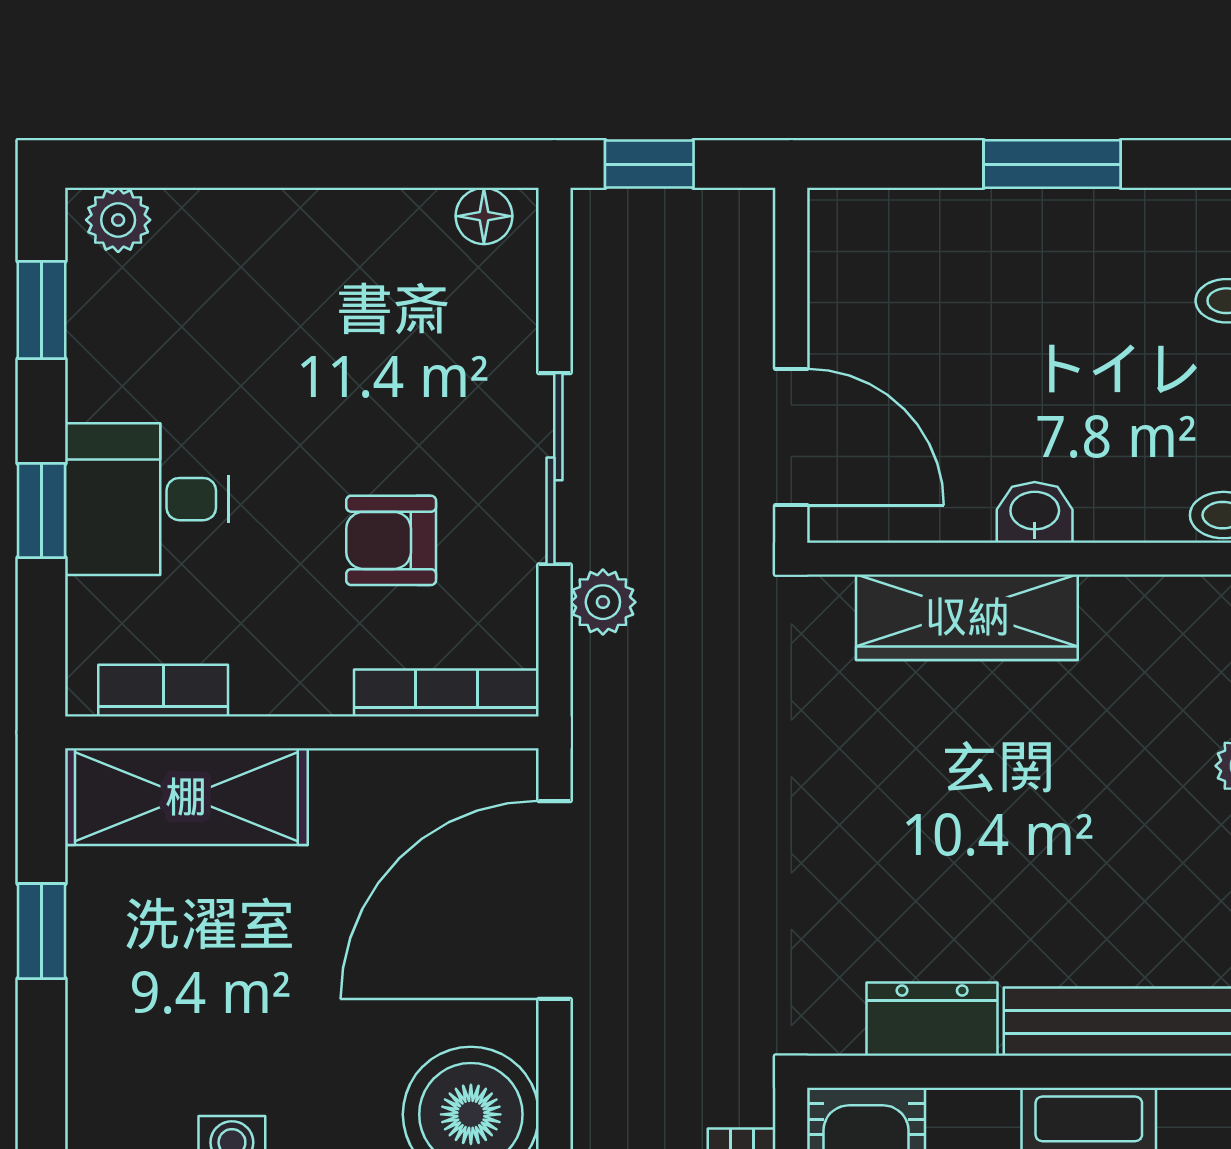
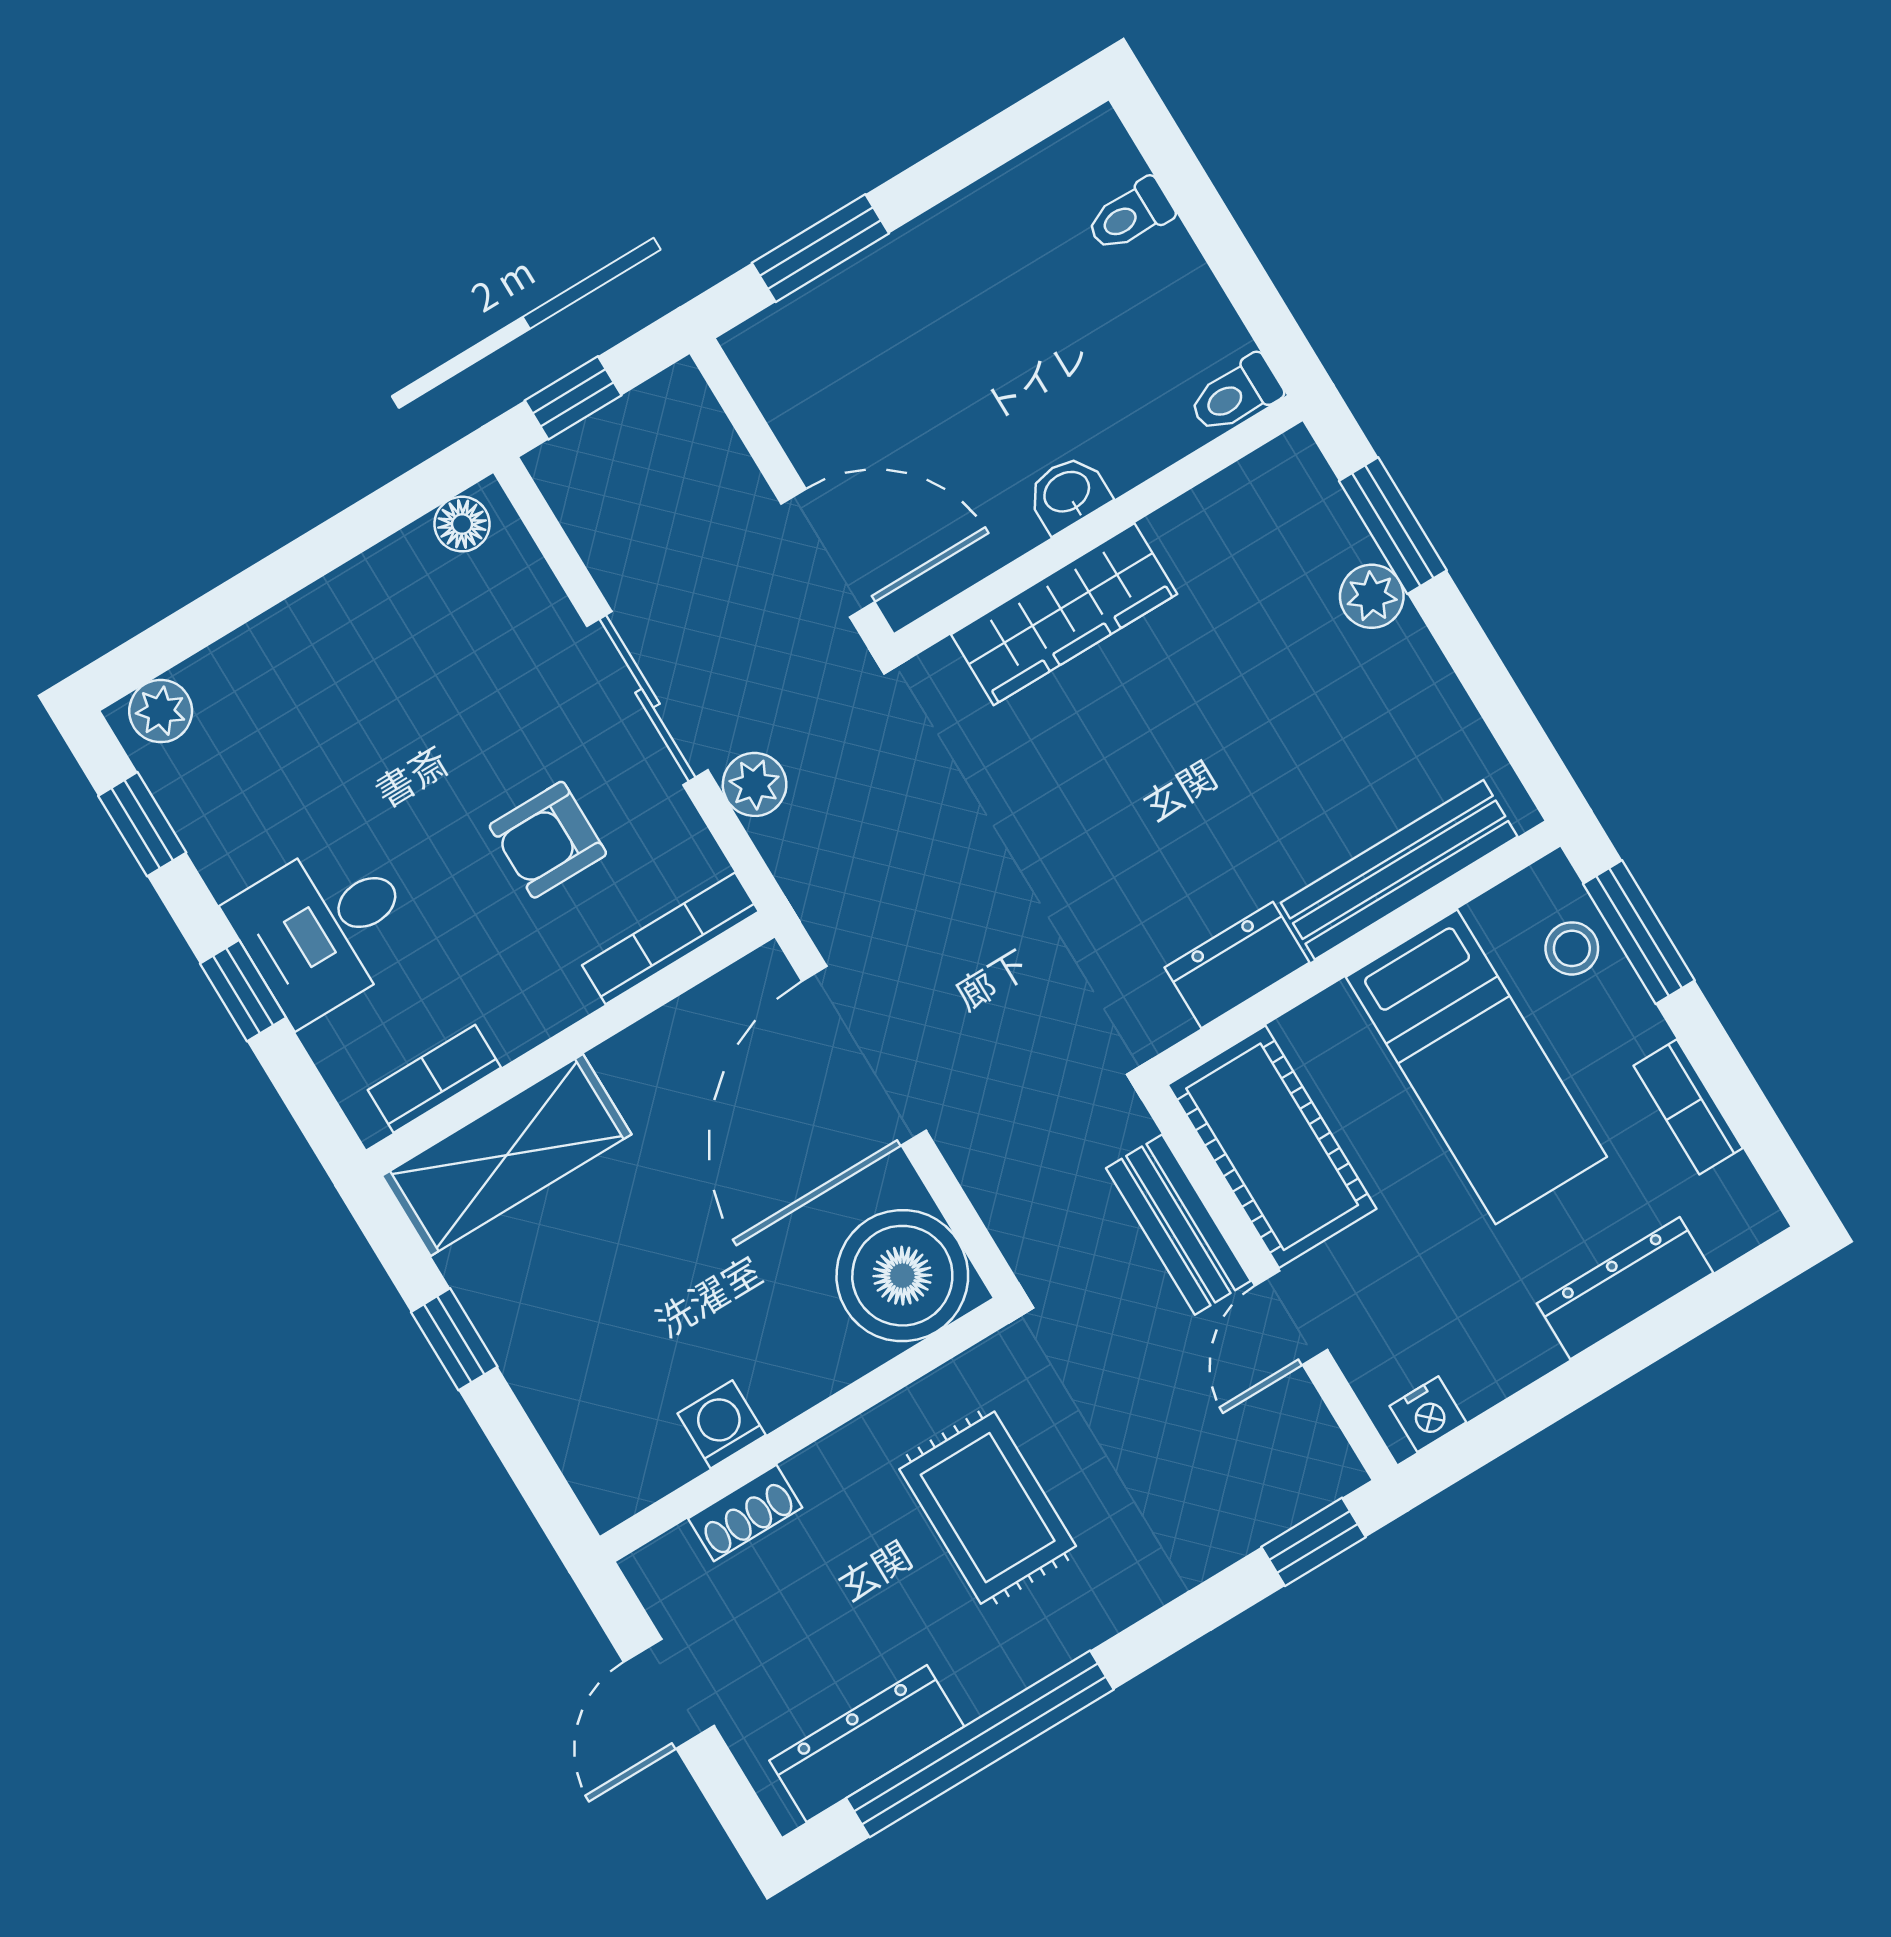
window: (1052, 164) -> (820, 248), moved

